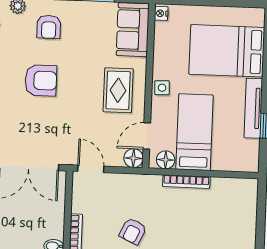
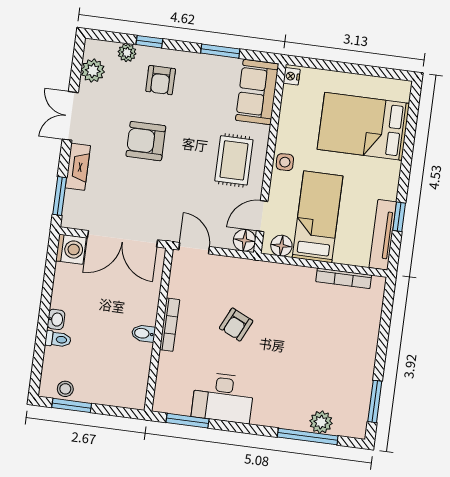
armchair: (41, 80) -> (146, 141), turned 180
tv unit: (253, 108) -> (383, 235), moved
bookcase: (186, 182) -> (344, 278), moved

